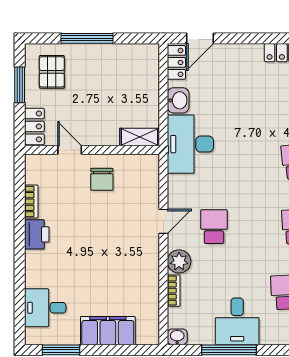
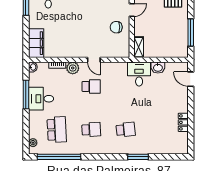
window: (87, 38) -> (191, 33), moved
locker: (176, 62) -> (178, 67), removed
desk: (190, 144) -> (139, 74), width x0.73
filing cabinet: (108, 331) -> (36, 43), moved

